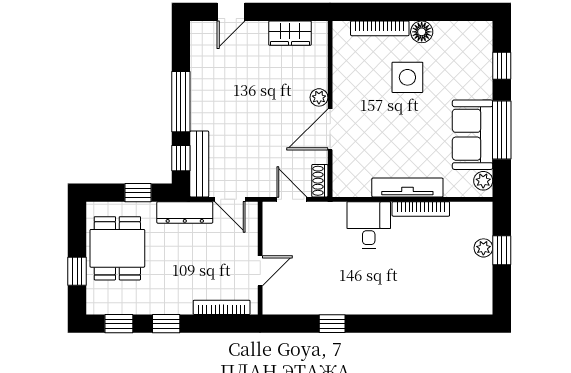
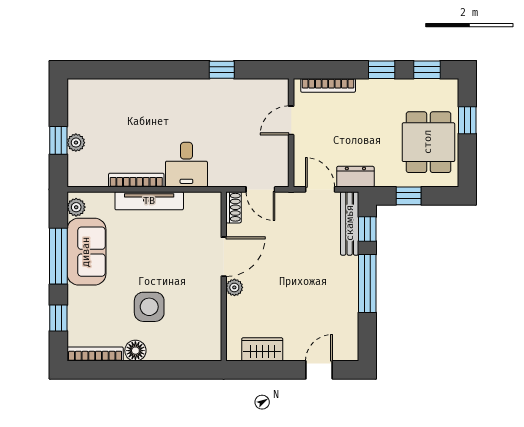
bookcase: (380, 28) -> (95, 354), moved
dresser: (185, 212) -> (355, 177), width x0.70

